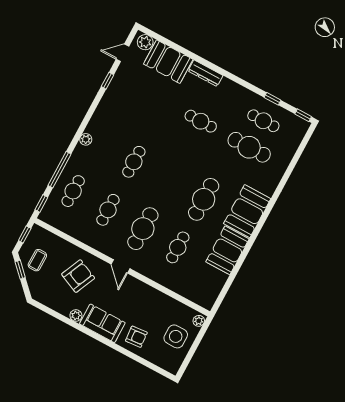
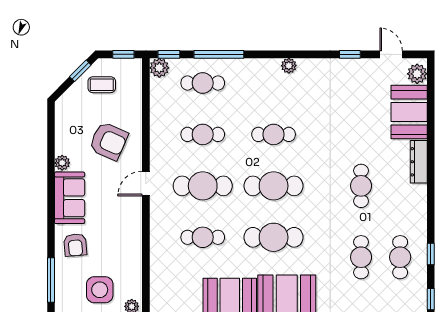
plant: (86, 139) -> (289, 66), moved
cafe table: (249, 147) -> (361, 257), width x0.73, depth x0.74
cafe table: (169, 181) -> (274, 186), added
plant: (47, 215) -> (159, 68), added
window: (151, 366) -> (51, 280), added

